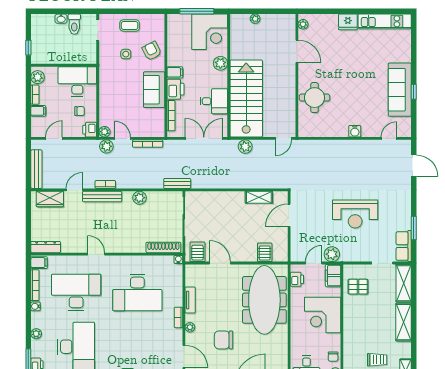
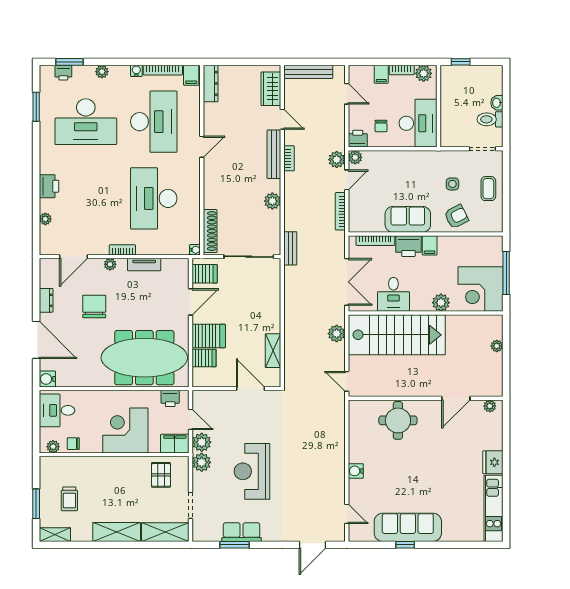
row of seats: (404, 246) -> (242, 532), moved
server rack: (247, 249) -> (209, 336), added
plant: (348, 254) -> (202, 462), added

